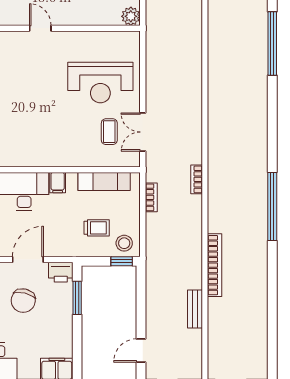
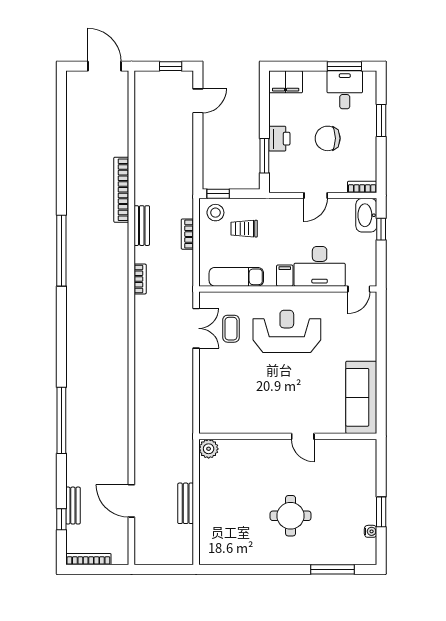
reception desk: (100, 82) -> (287, 331), moved
bookcase: (151, 197) -> (187, 234), moved
door: (28, 260) -> (316, 196), width x0.73
printer: (61, 272) -> (279, 139), moved, turned 90
chair: (23, 301) -> (328, 138), moved, turned -104
bench: (195, 309) -> (142, 226), moved

